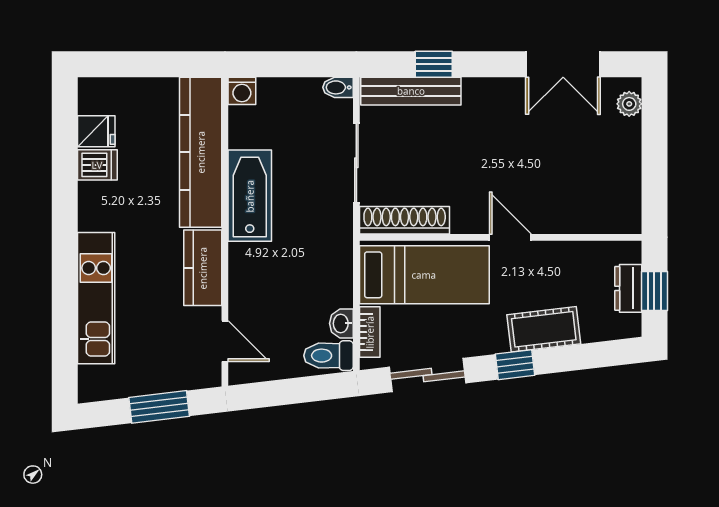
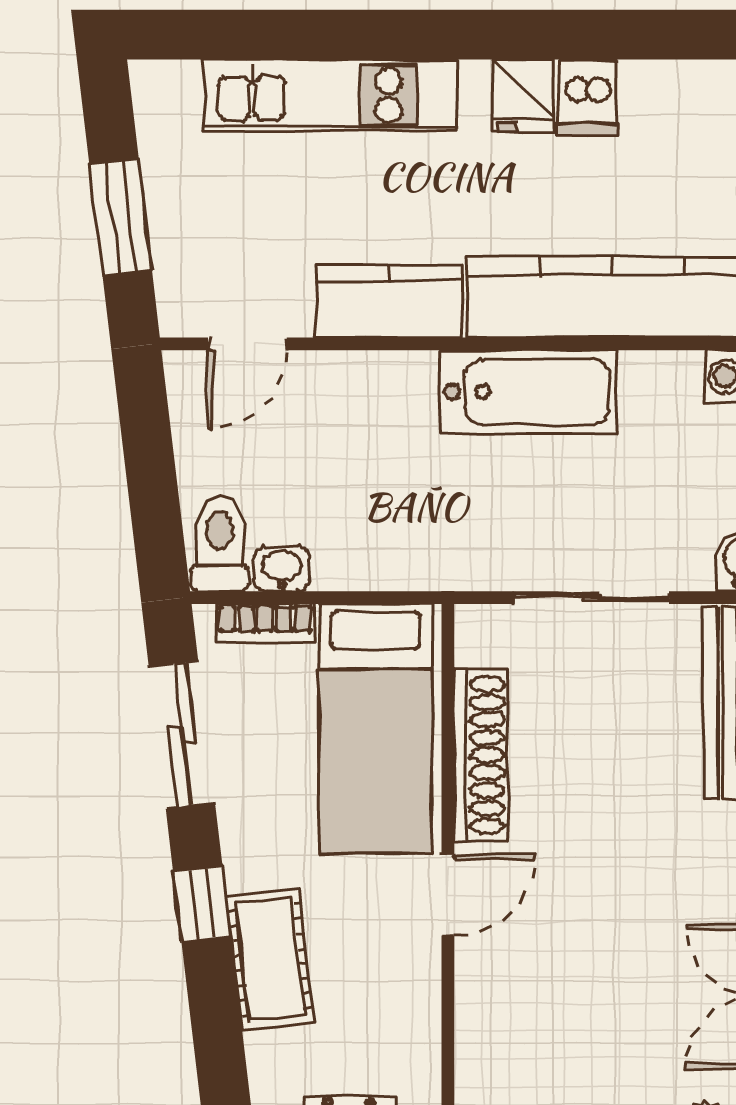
fridge: (96, 131) -> (523, 95), moved
shoe rack: (405, 220) -> (481, 755), moved

